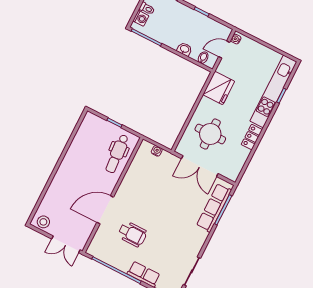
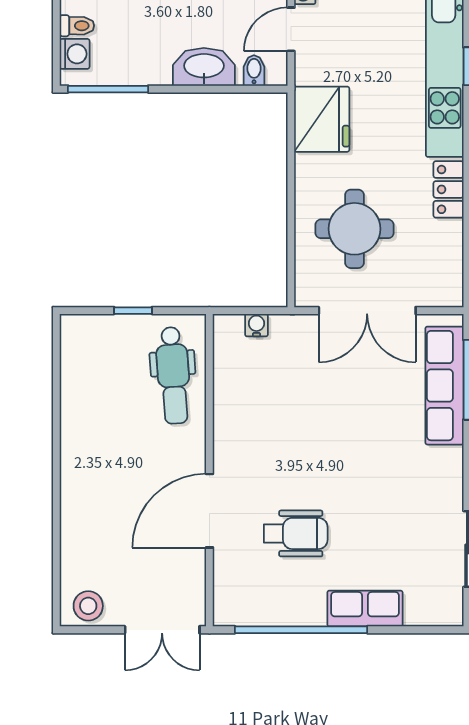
washbasin: (184, 49) -> (204, 67), width x1.91, depth x1.45

